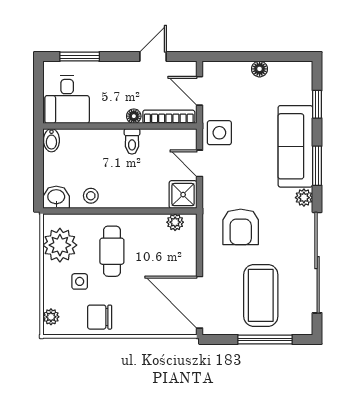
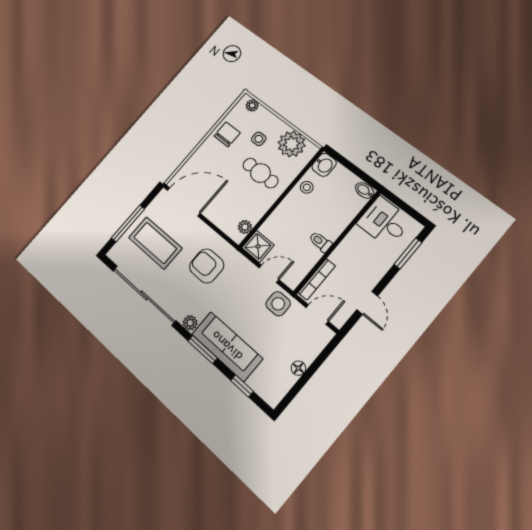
floor lamp: (134, 116) -> (336, 257), removed

